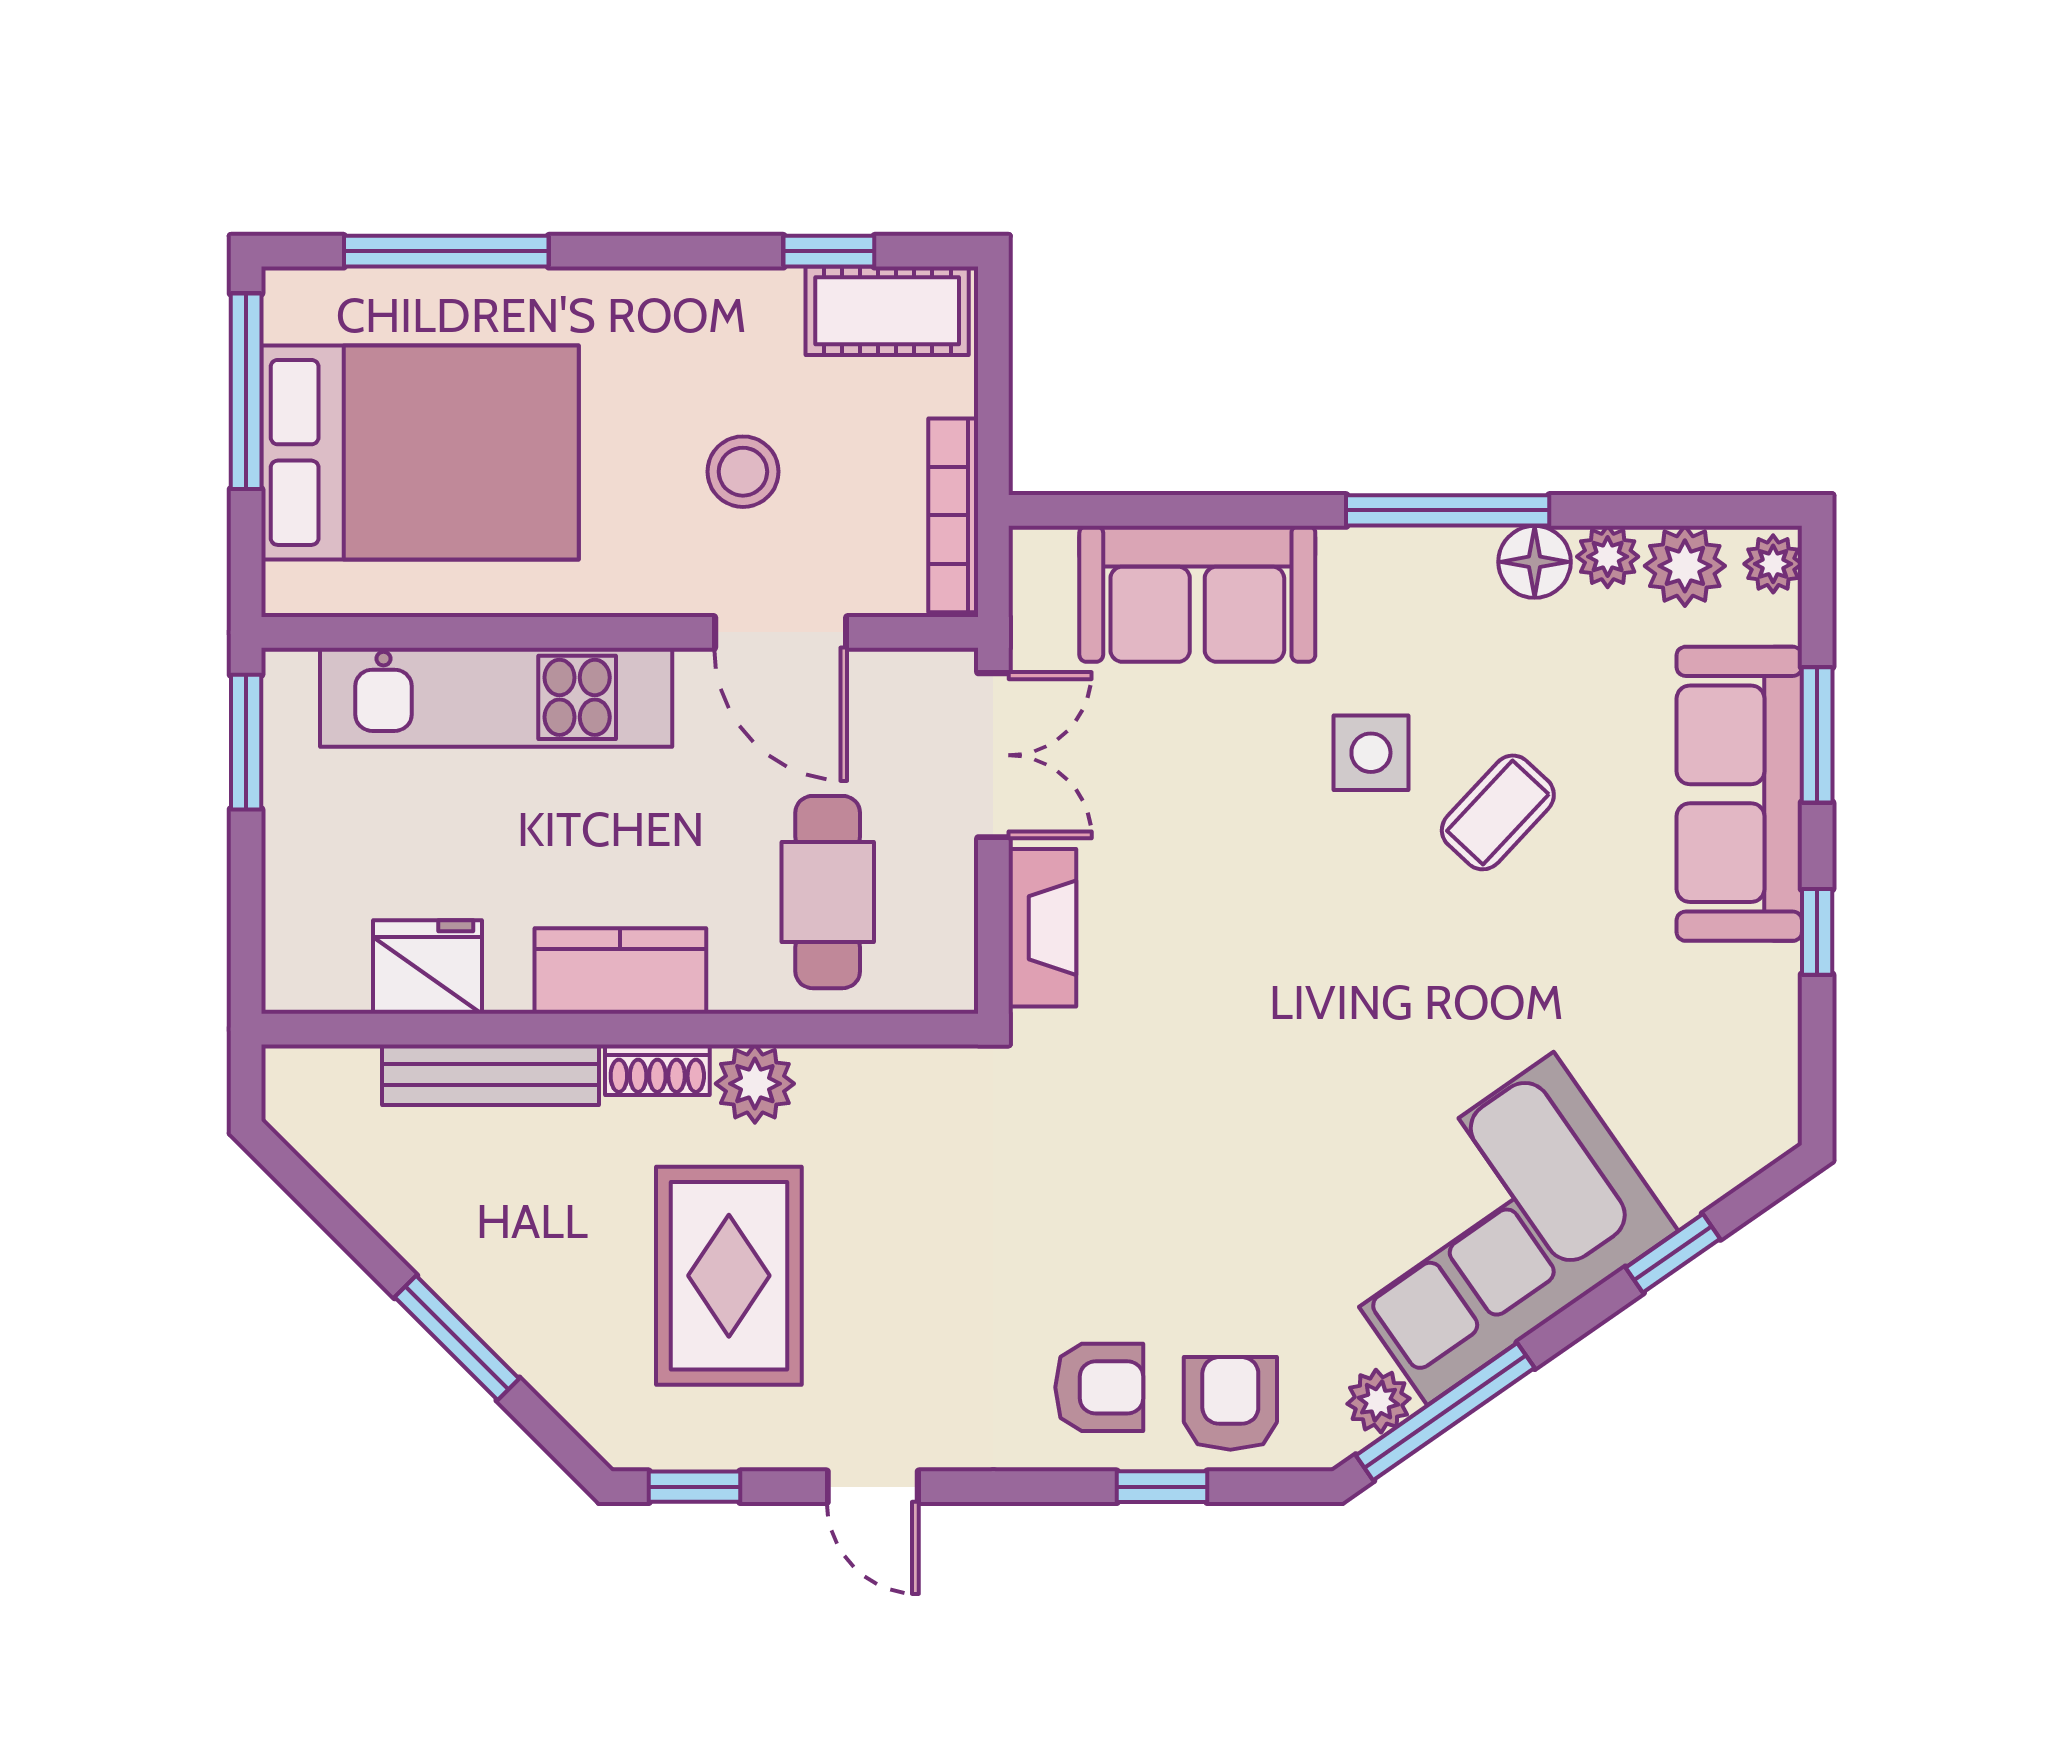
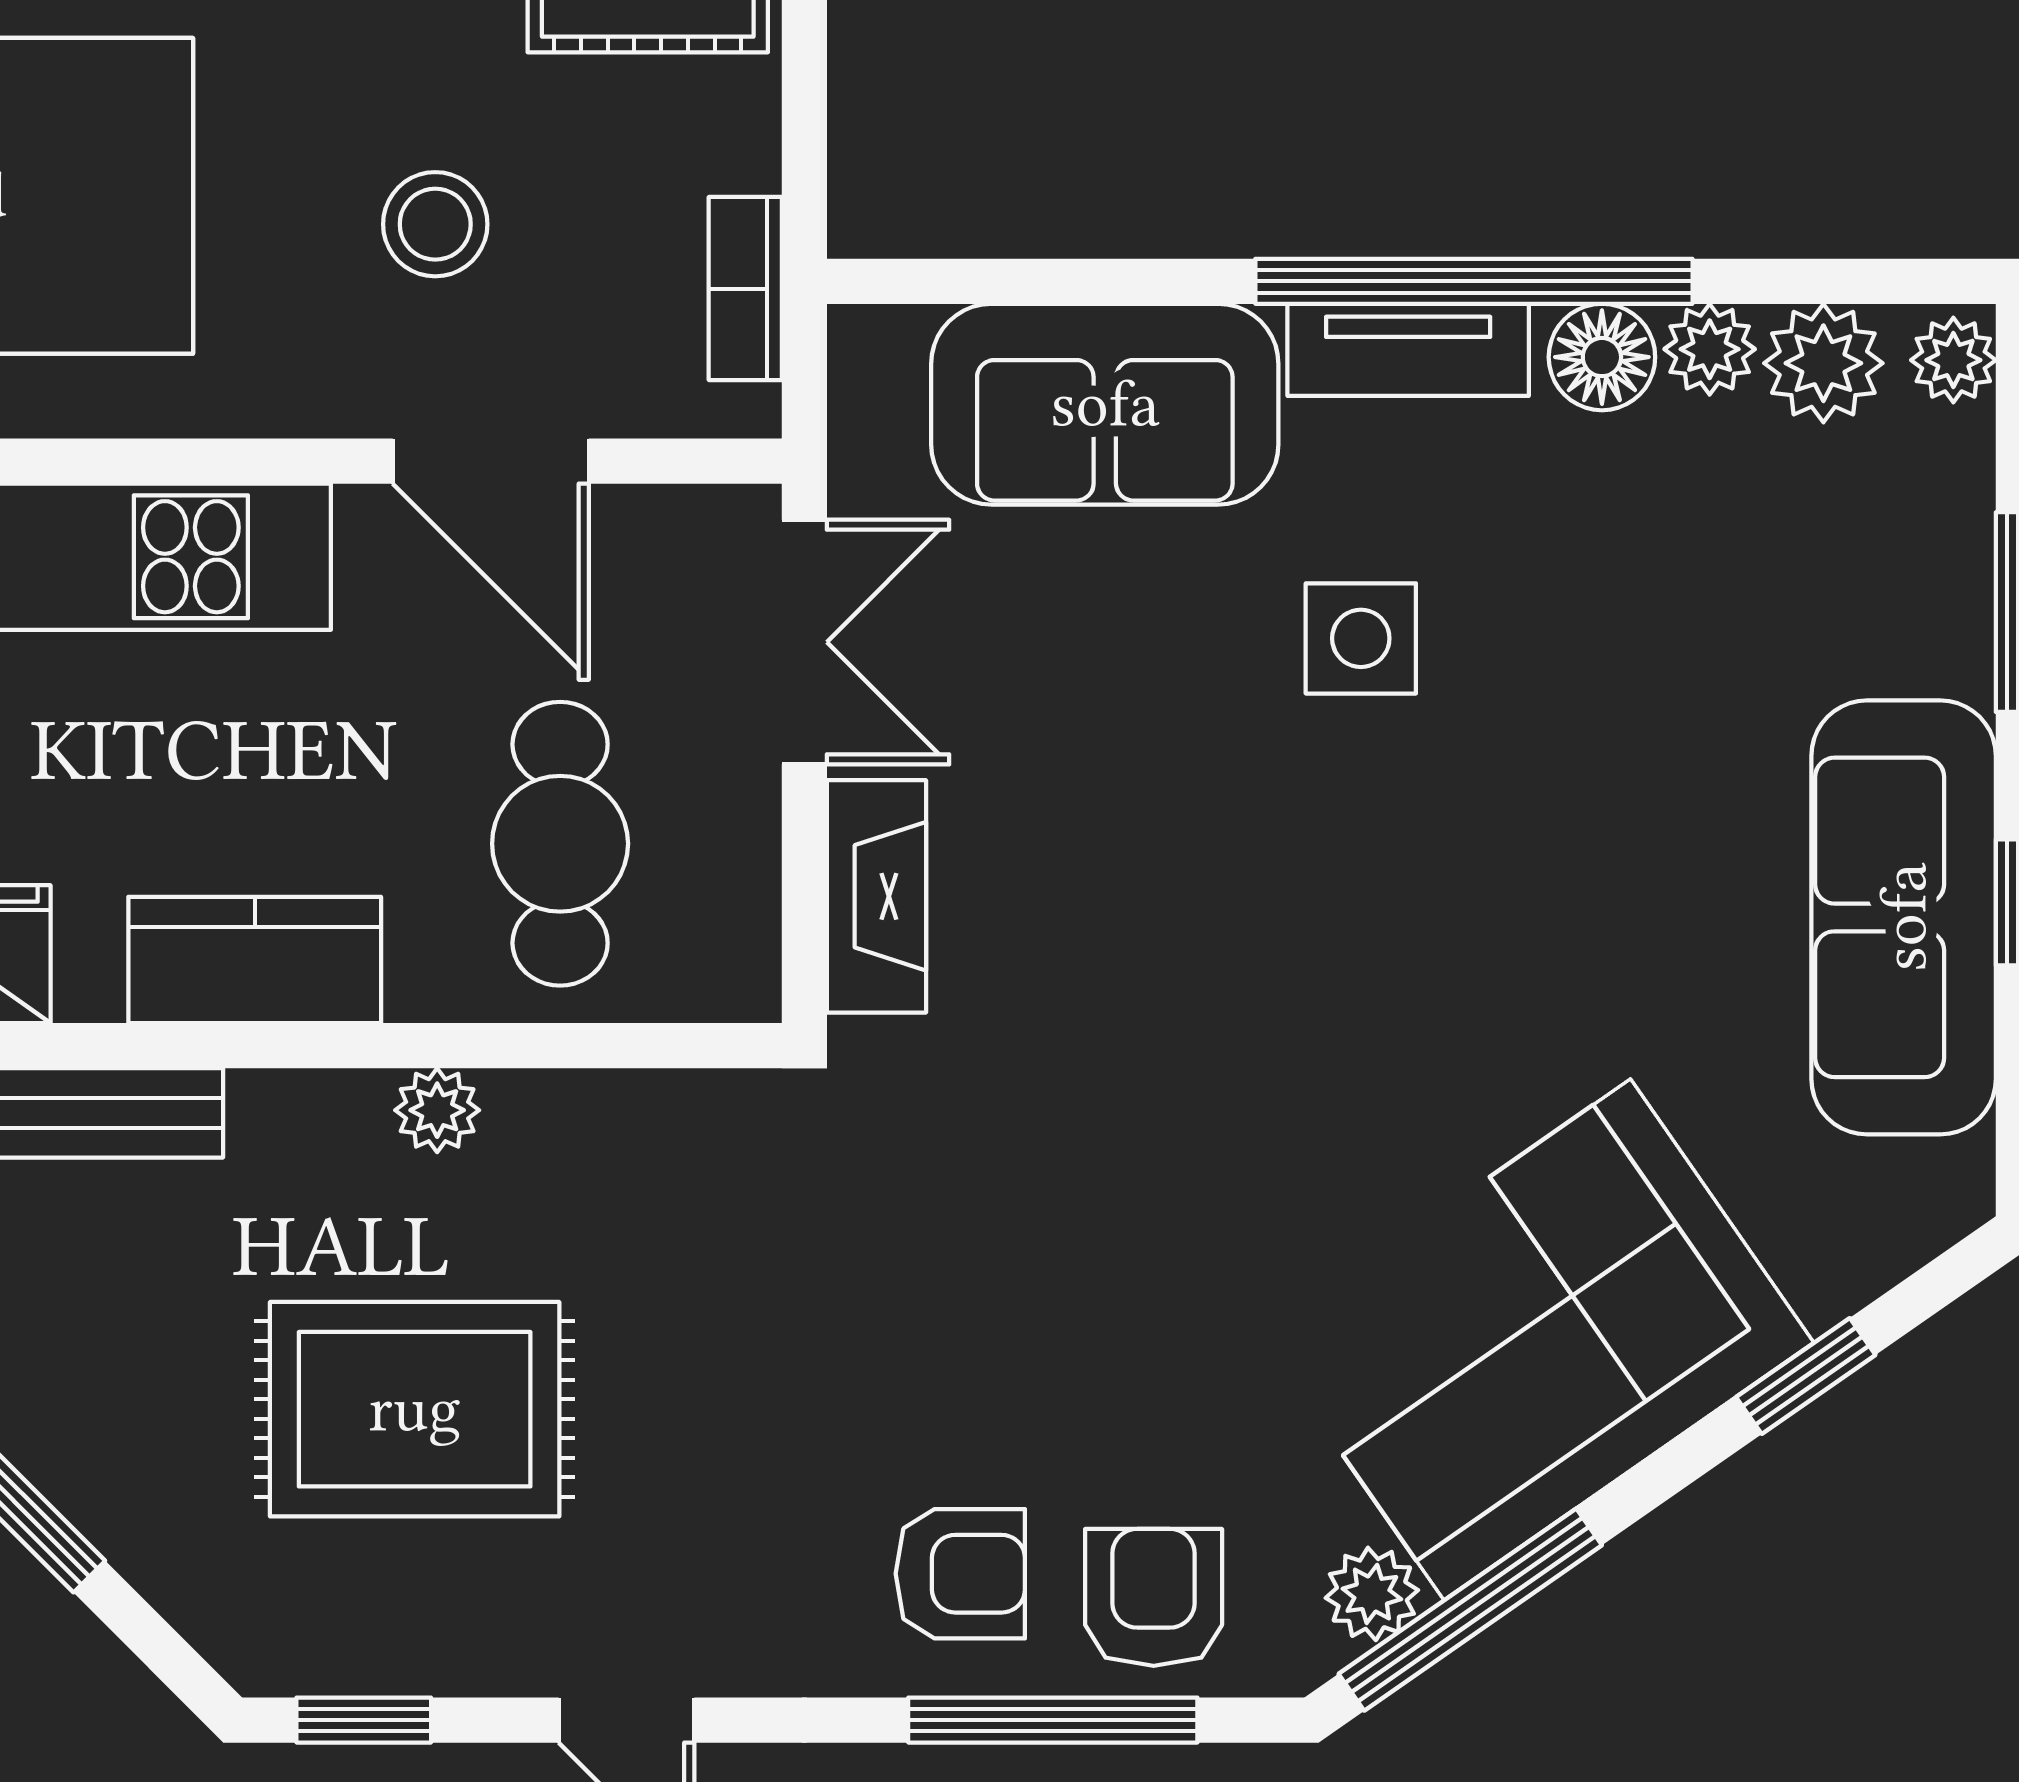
window: (1448, 510) -> (1474, 281), width x1.46
bookcase: (953, 515) -> (745, 289), width x0.64
tv unit: (1403, 557) -> (1408, 350), added
sofa: (1739, 794) -> (1904, 917), moved
coffee table: (1498, 812) -> (1548, 726), removed
shoe rack: (657, 1070) -> (309, 1106), removed
plant: (755, 1084) -> (437, 1110), width x0.73, depth x0.73
rug: (729, 1276) -> (415, 1409), turned 90
window: (1162, 1487) -> (1053, 1720), width x2.17

